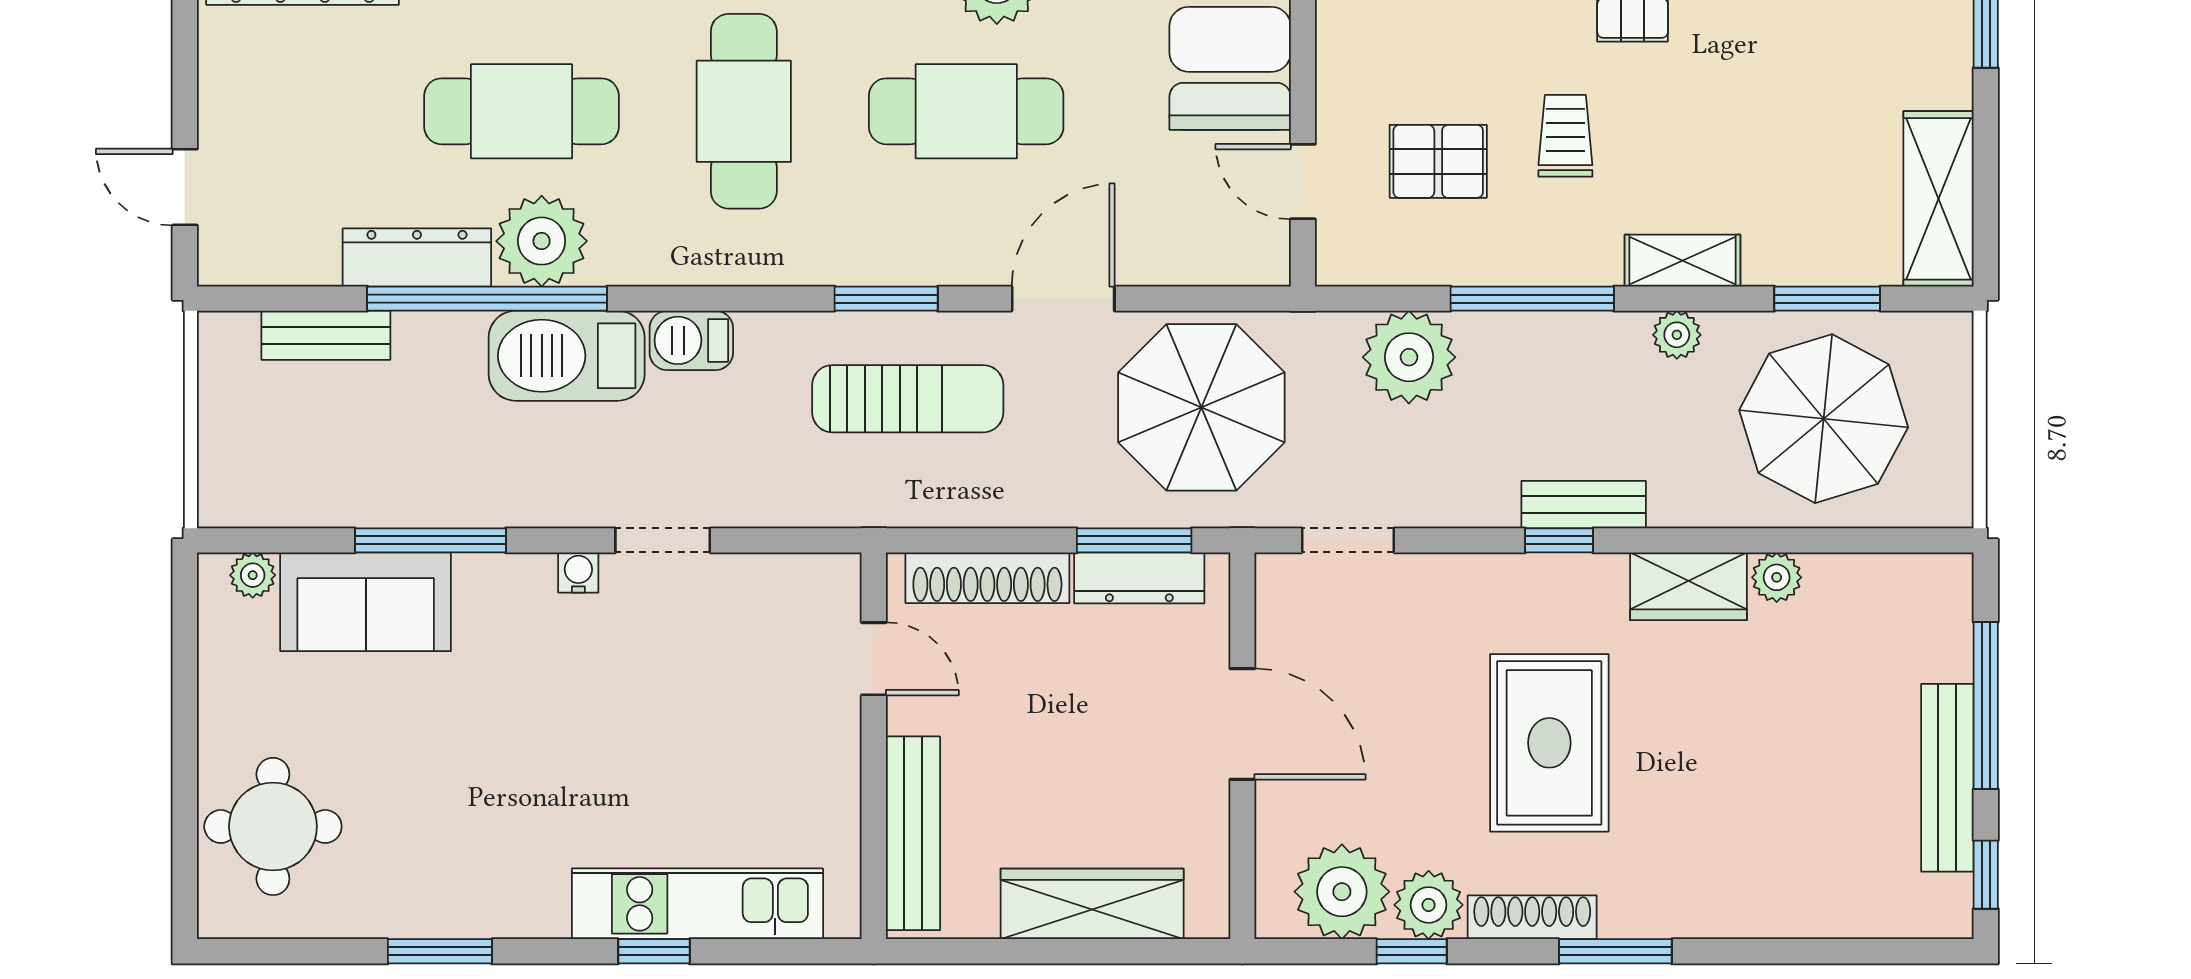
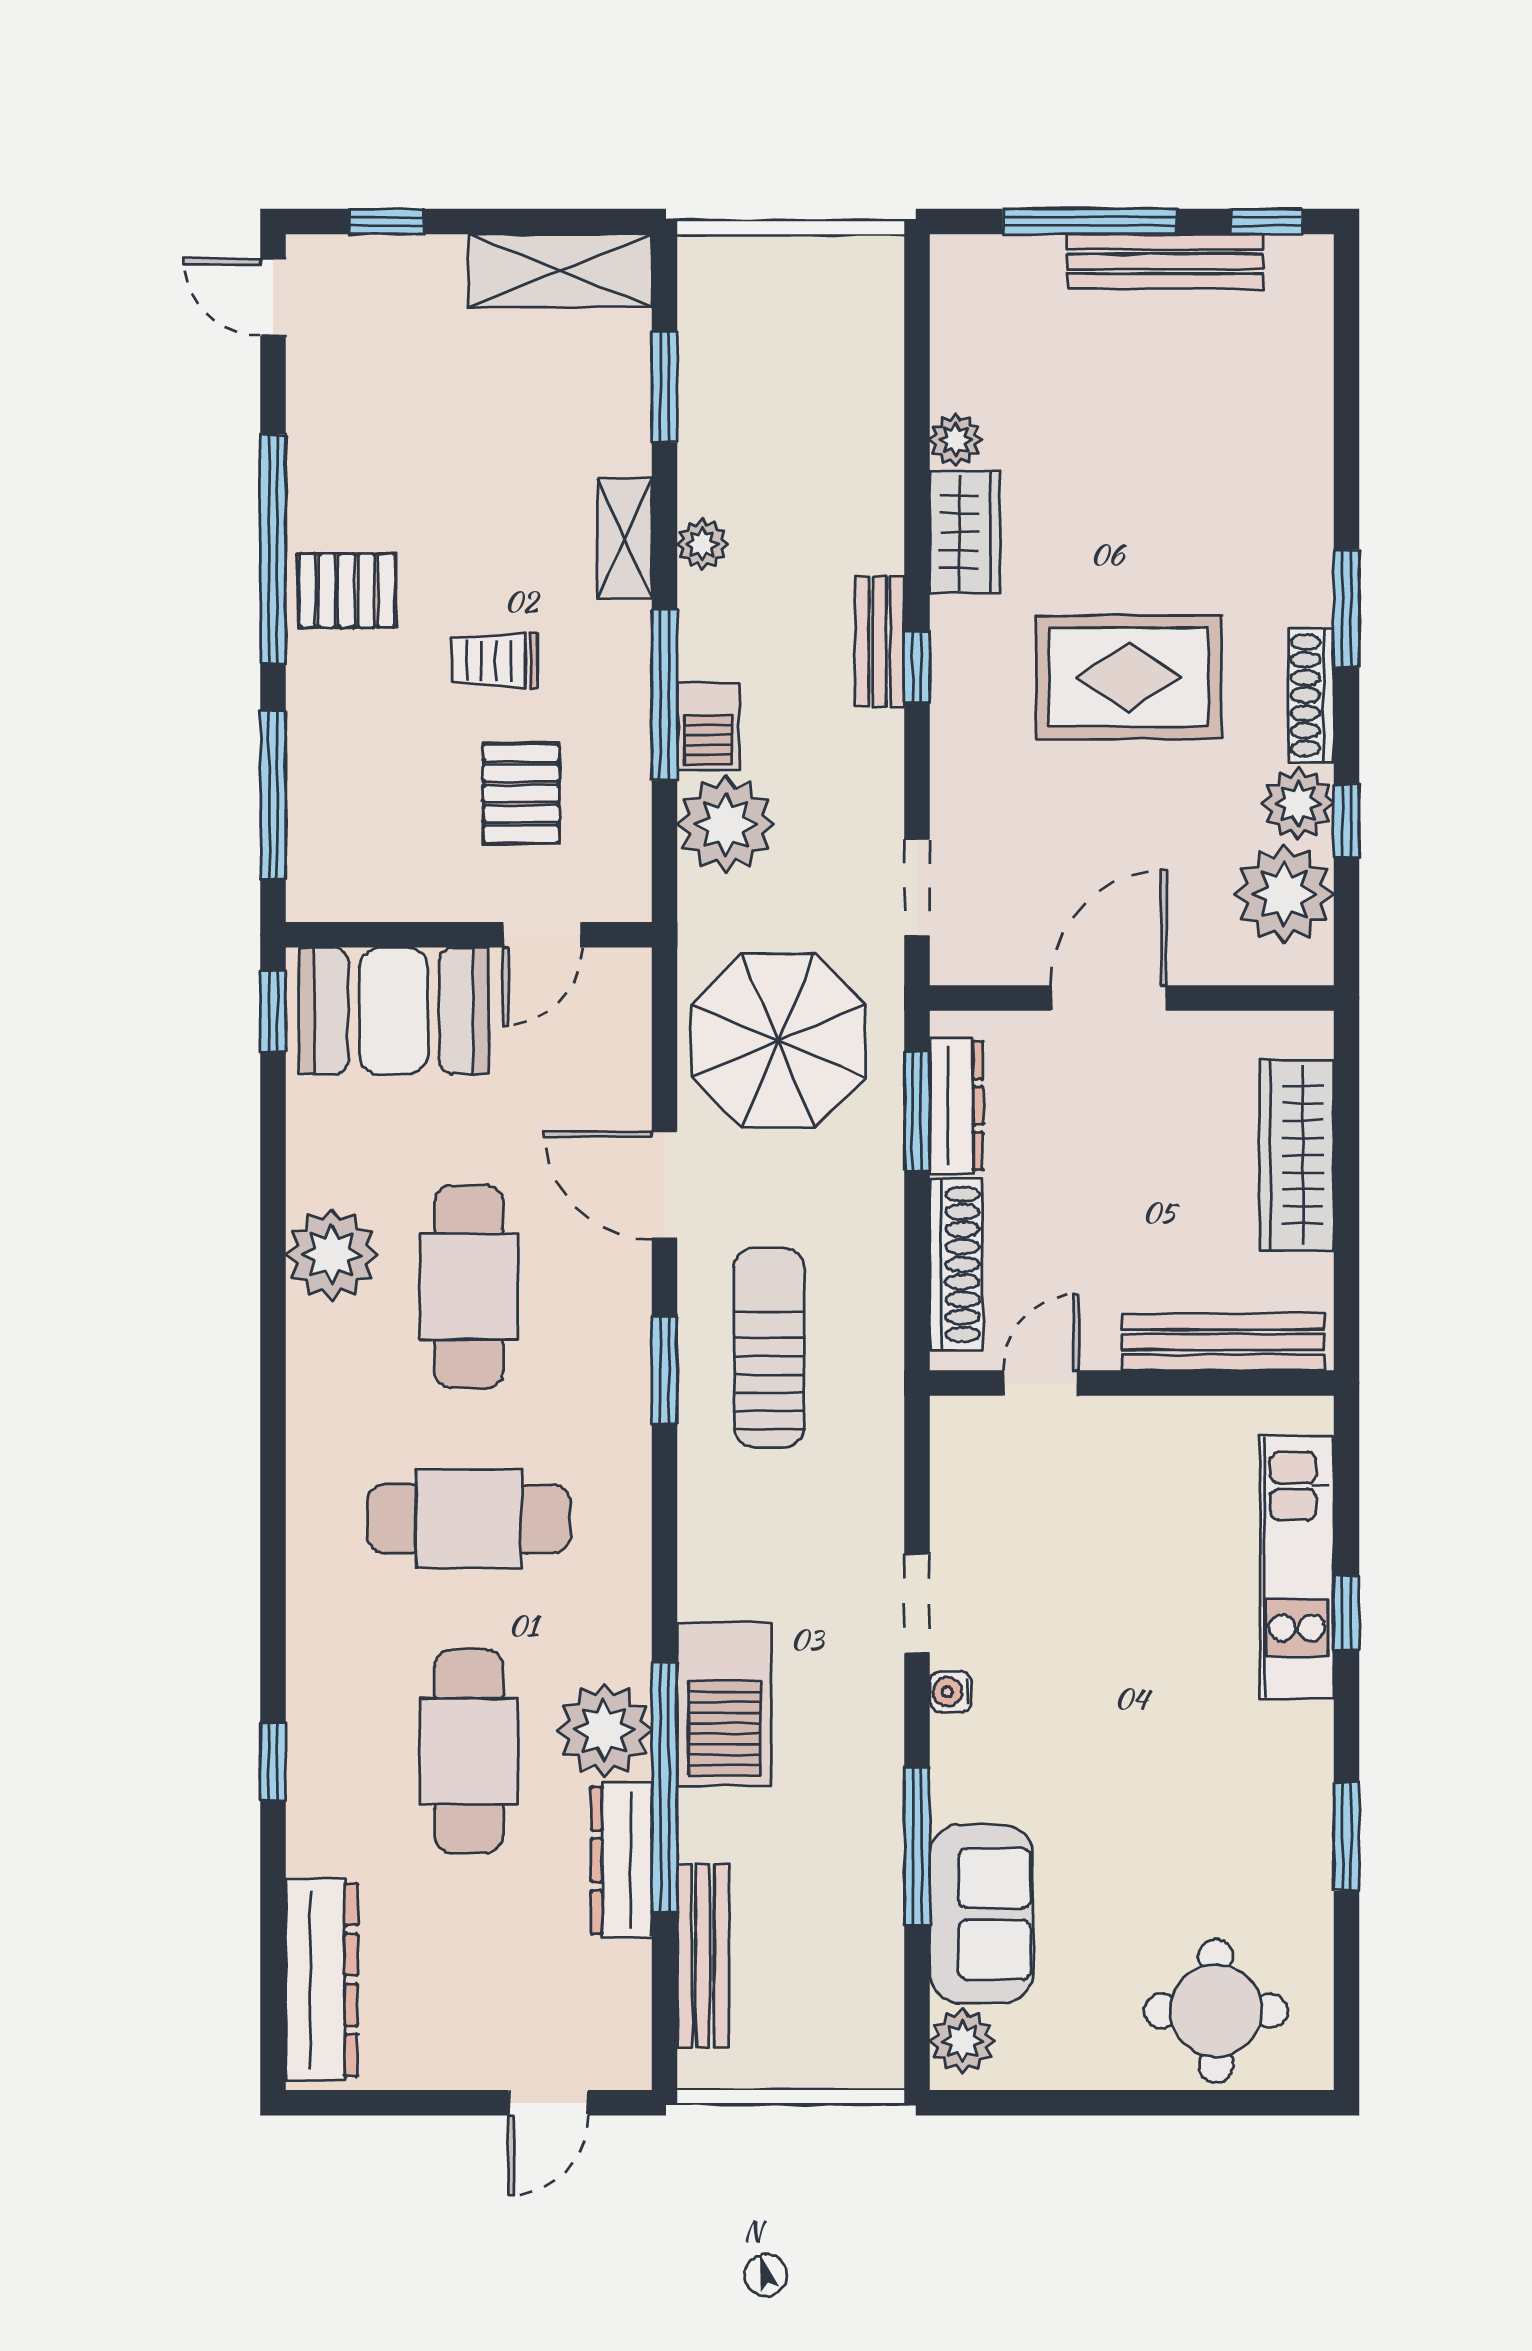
bench: (326, 335) -> (703, 1955), width x1.36
barbecue: (691, 340) -> (708, 727), moved
parasol: (1824, 419) -> (790, 391), removed
plant: (253, 575) -> (962, 2041), width x1.38, depth x1.38

